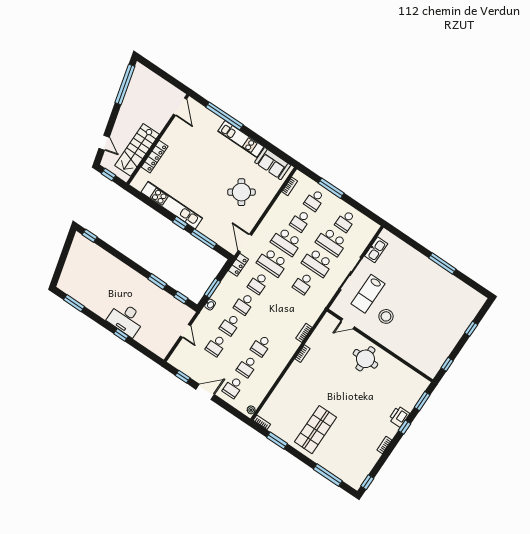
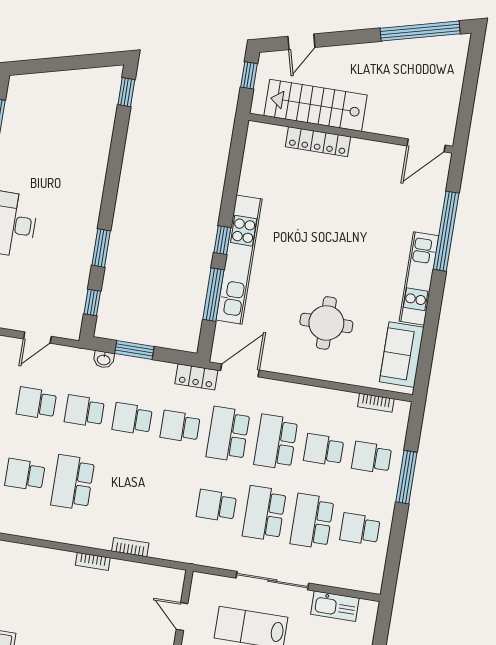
round table: (241, 192) -> (326, 323), turned 34
kitchen unit: (172, 205) -> (239, 260), moved
school desk: (261, 346) -> (73, 482), width x1.85

